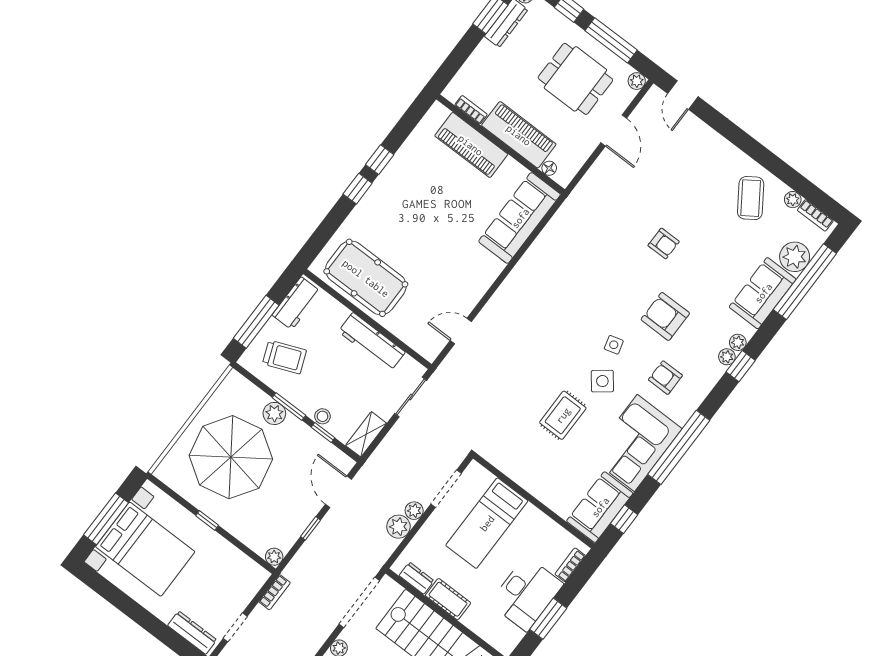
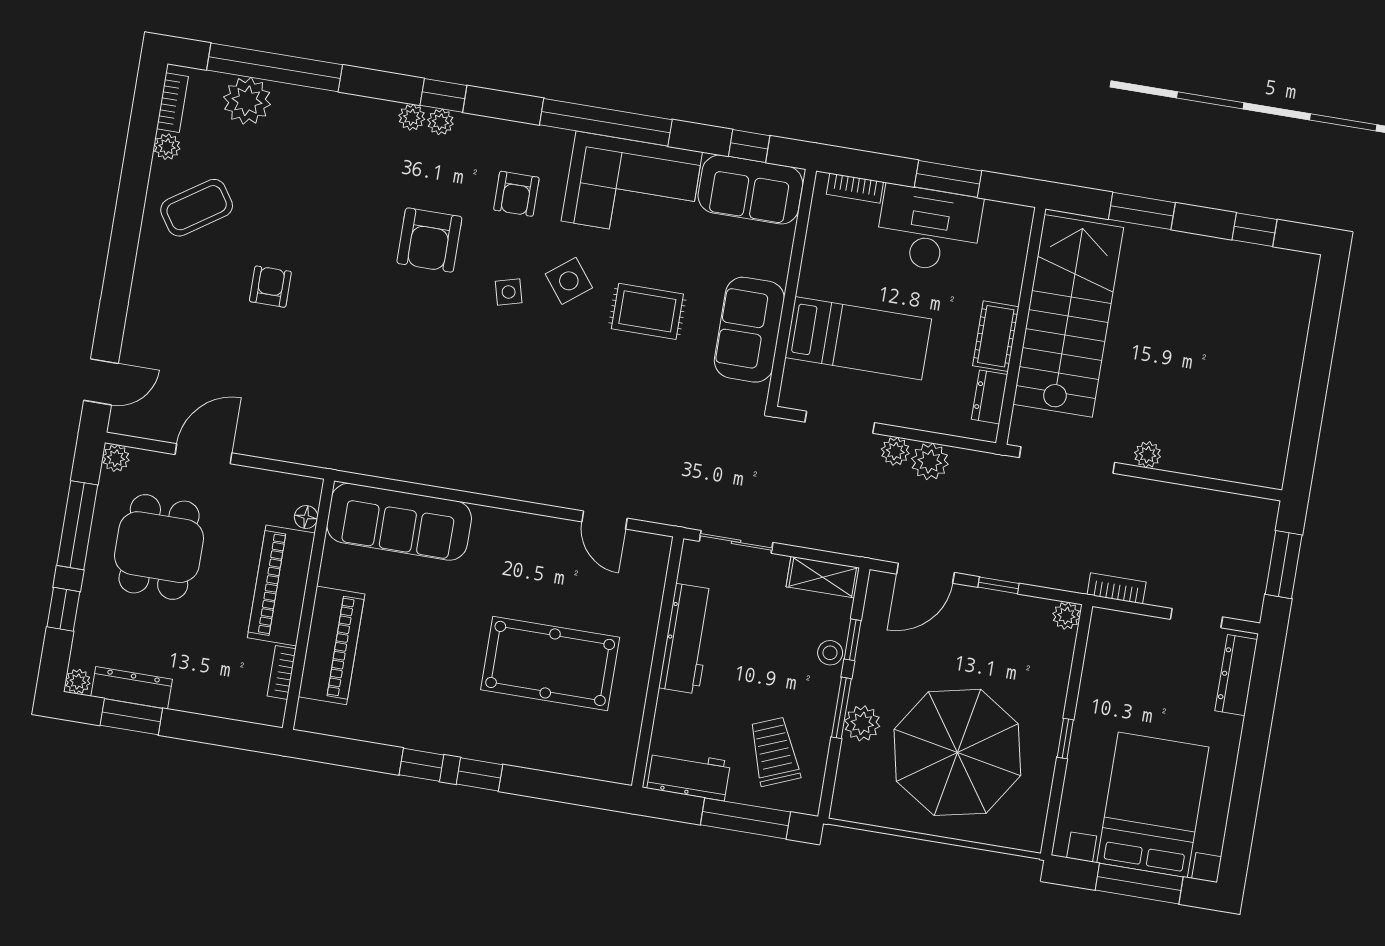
armchair: (664, 244) -> (270, 287), moved
pool table: (366, 278) -> (550, 663), moved, turned 90
sofa: (763, 293) -> (749, 330), moved, turned 90

